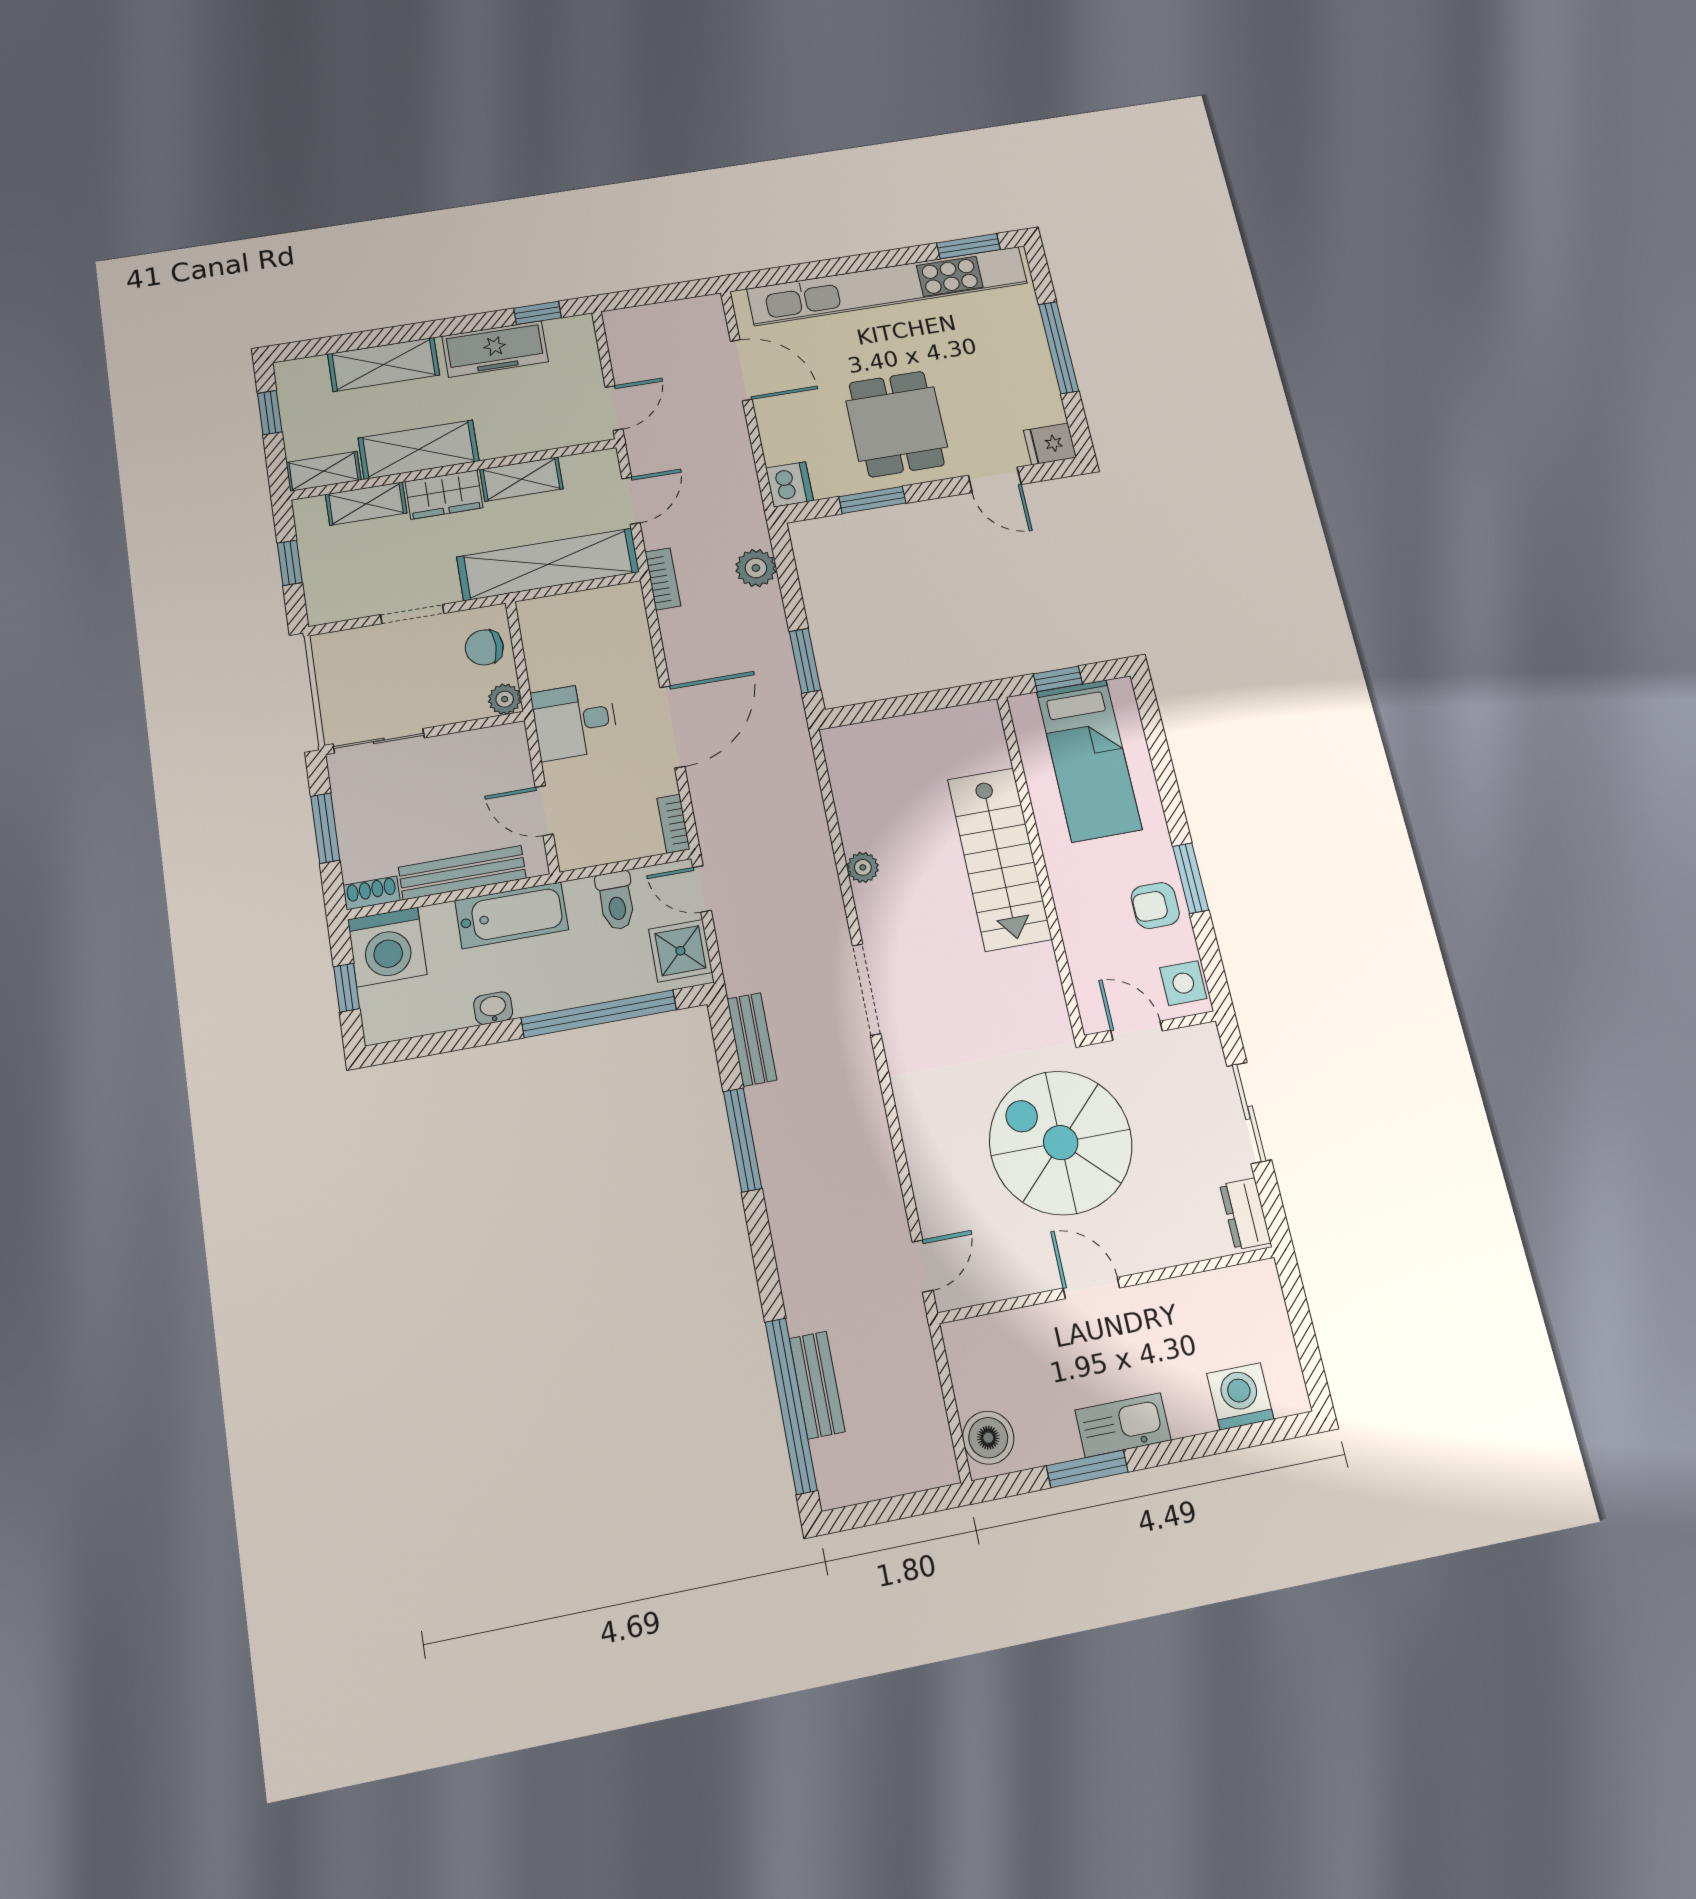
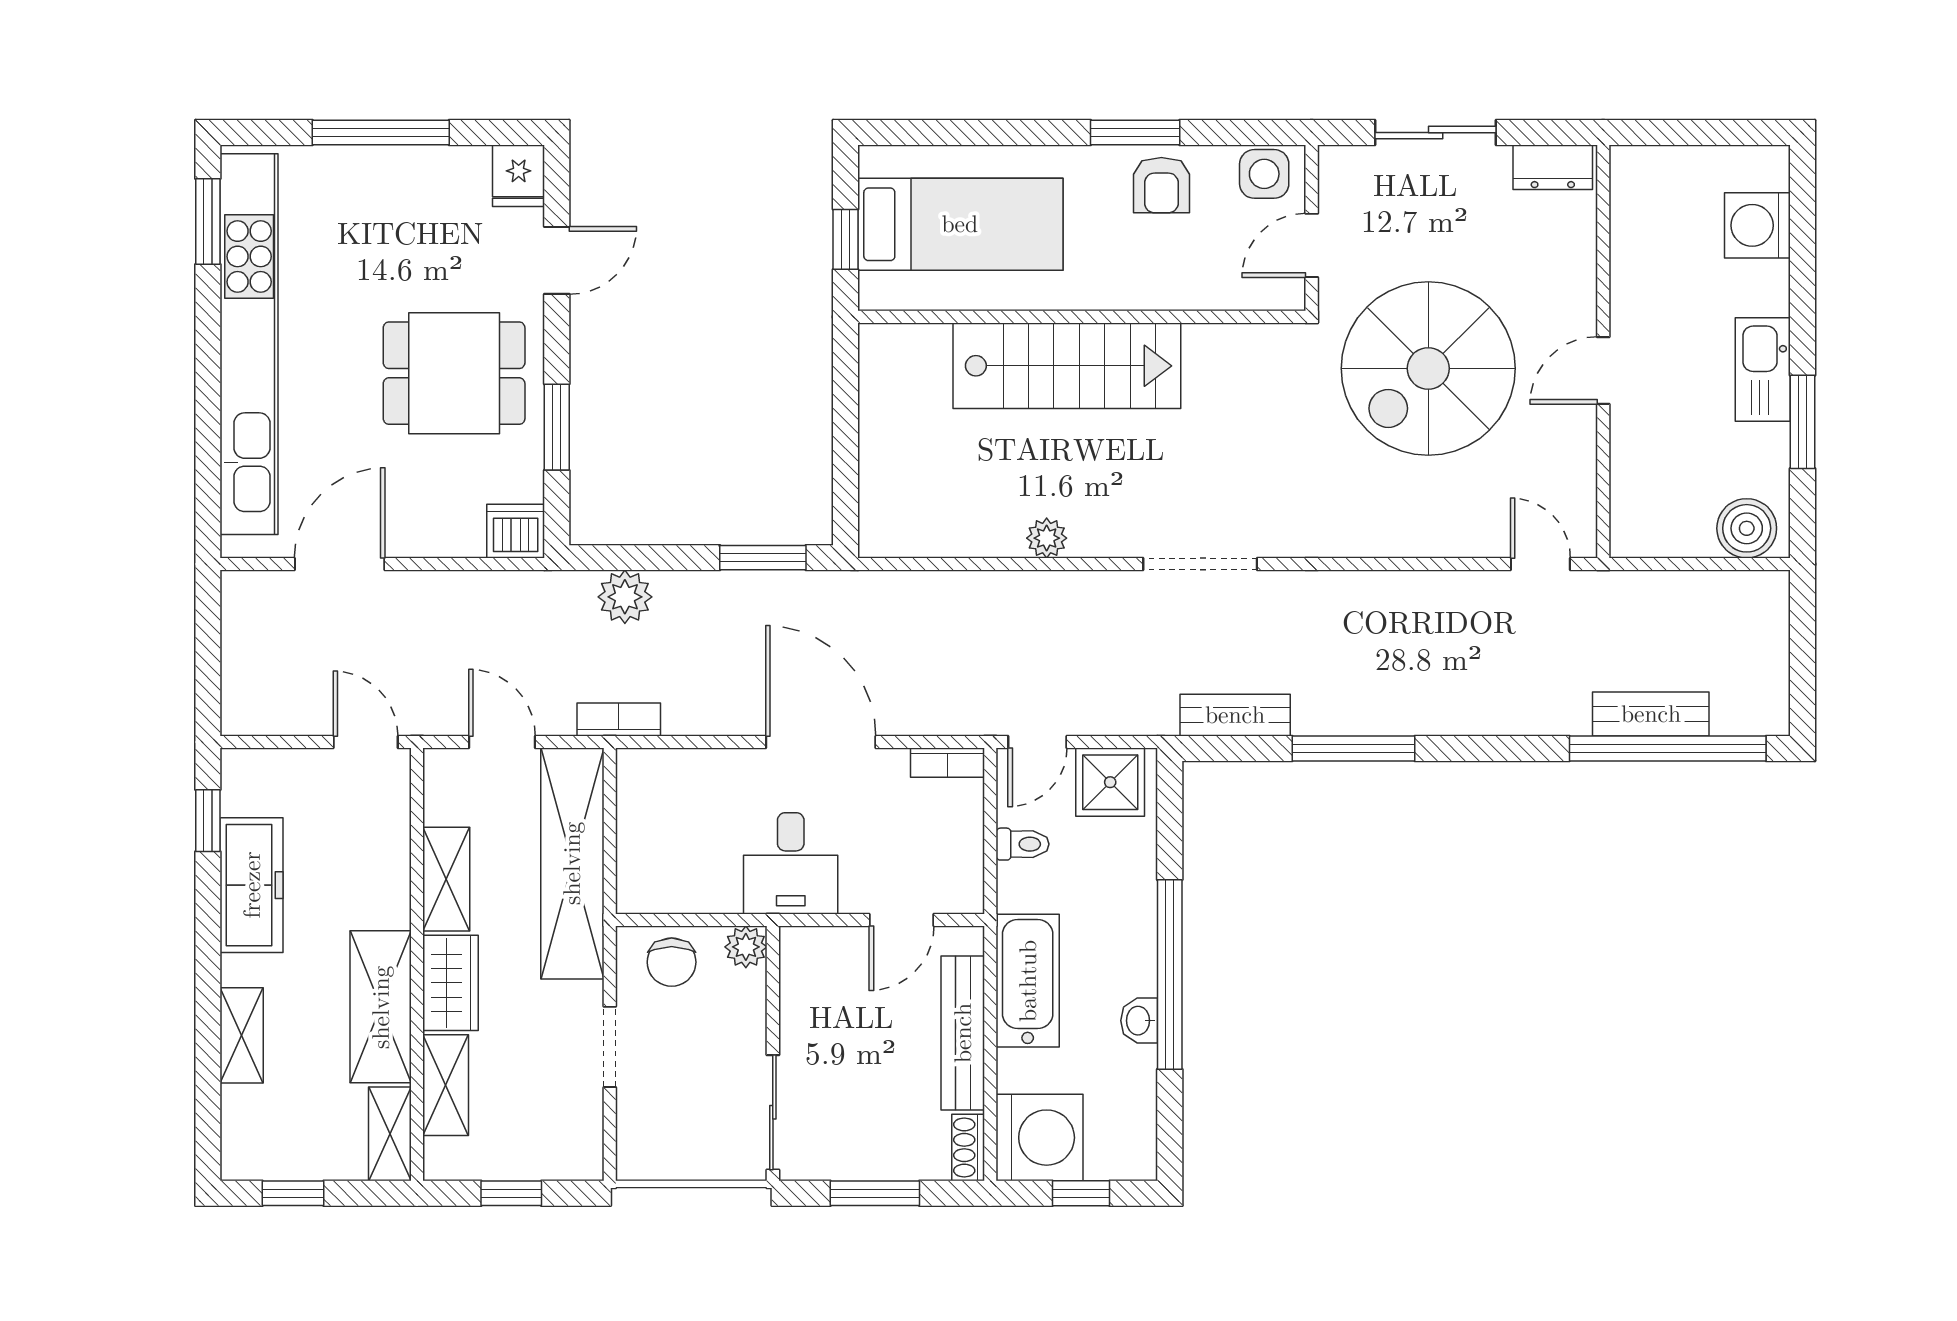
shelving: (384, 364) -> (242, 1035), width x0.67, depth x0.75
toilet: (616, 900) -> (1022, 844), width x0.73, depth x0.72
window: (599, 1014) -> (1170, 975), moved

